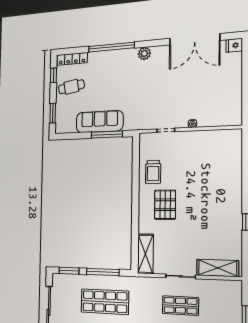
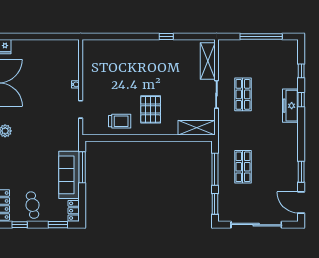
locker: (65, 128) -> (74, 211), added
pallet: (165, 205) -> (151, 109), turned 90
shop shelf: (105, 302) -> (243, 167), width x0.70, depth x0.74

